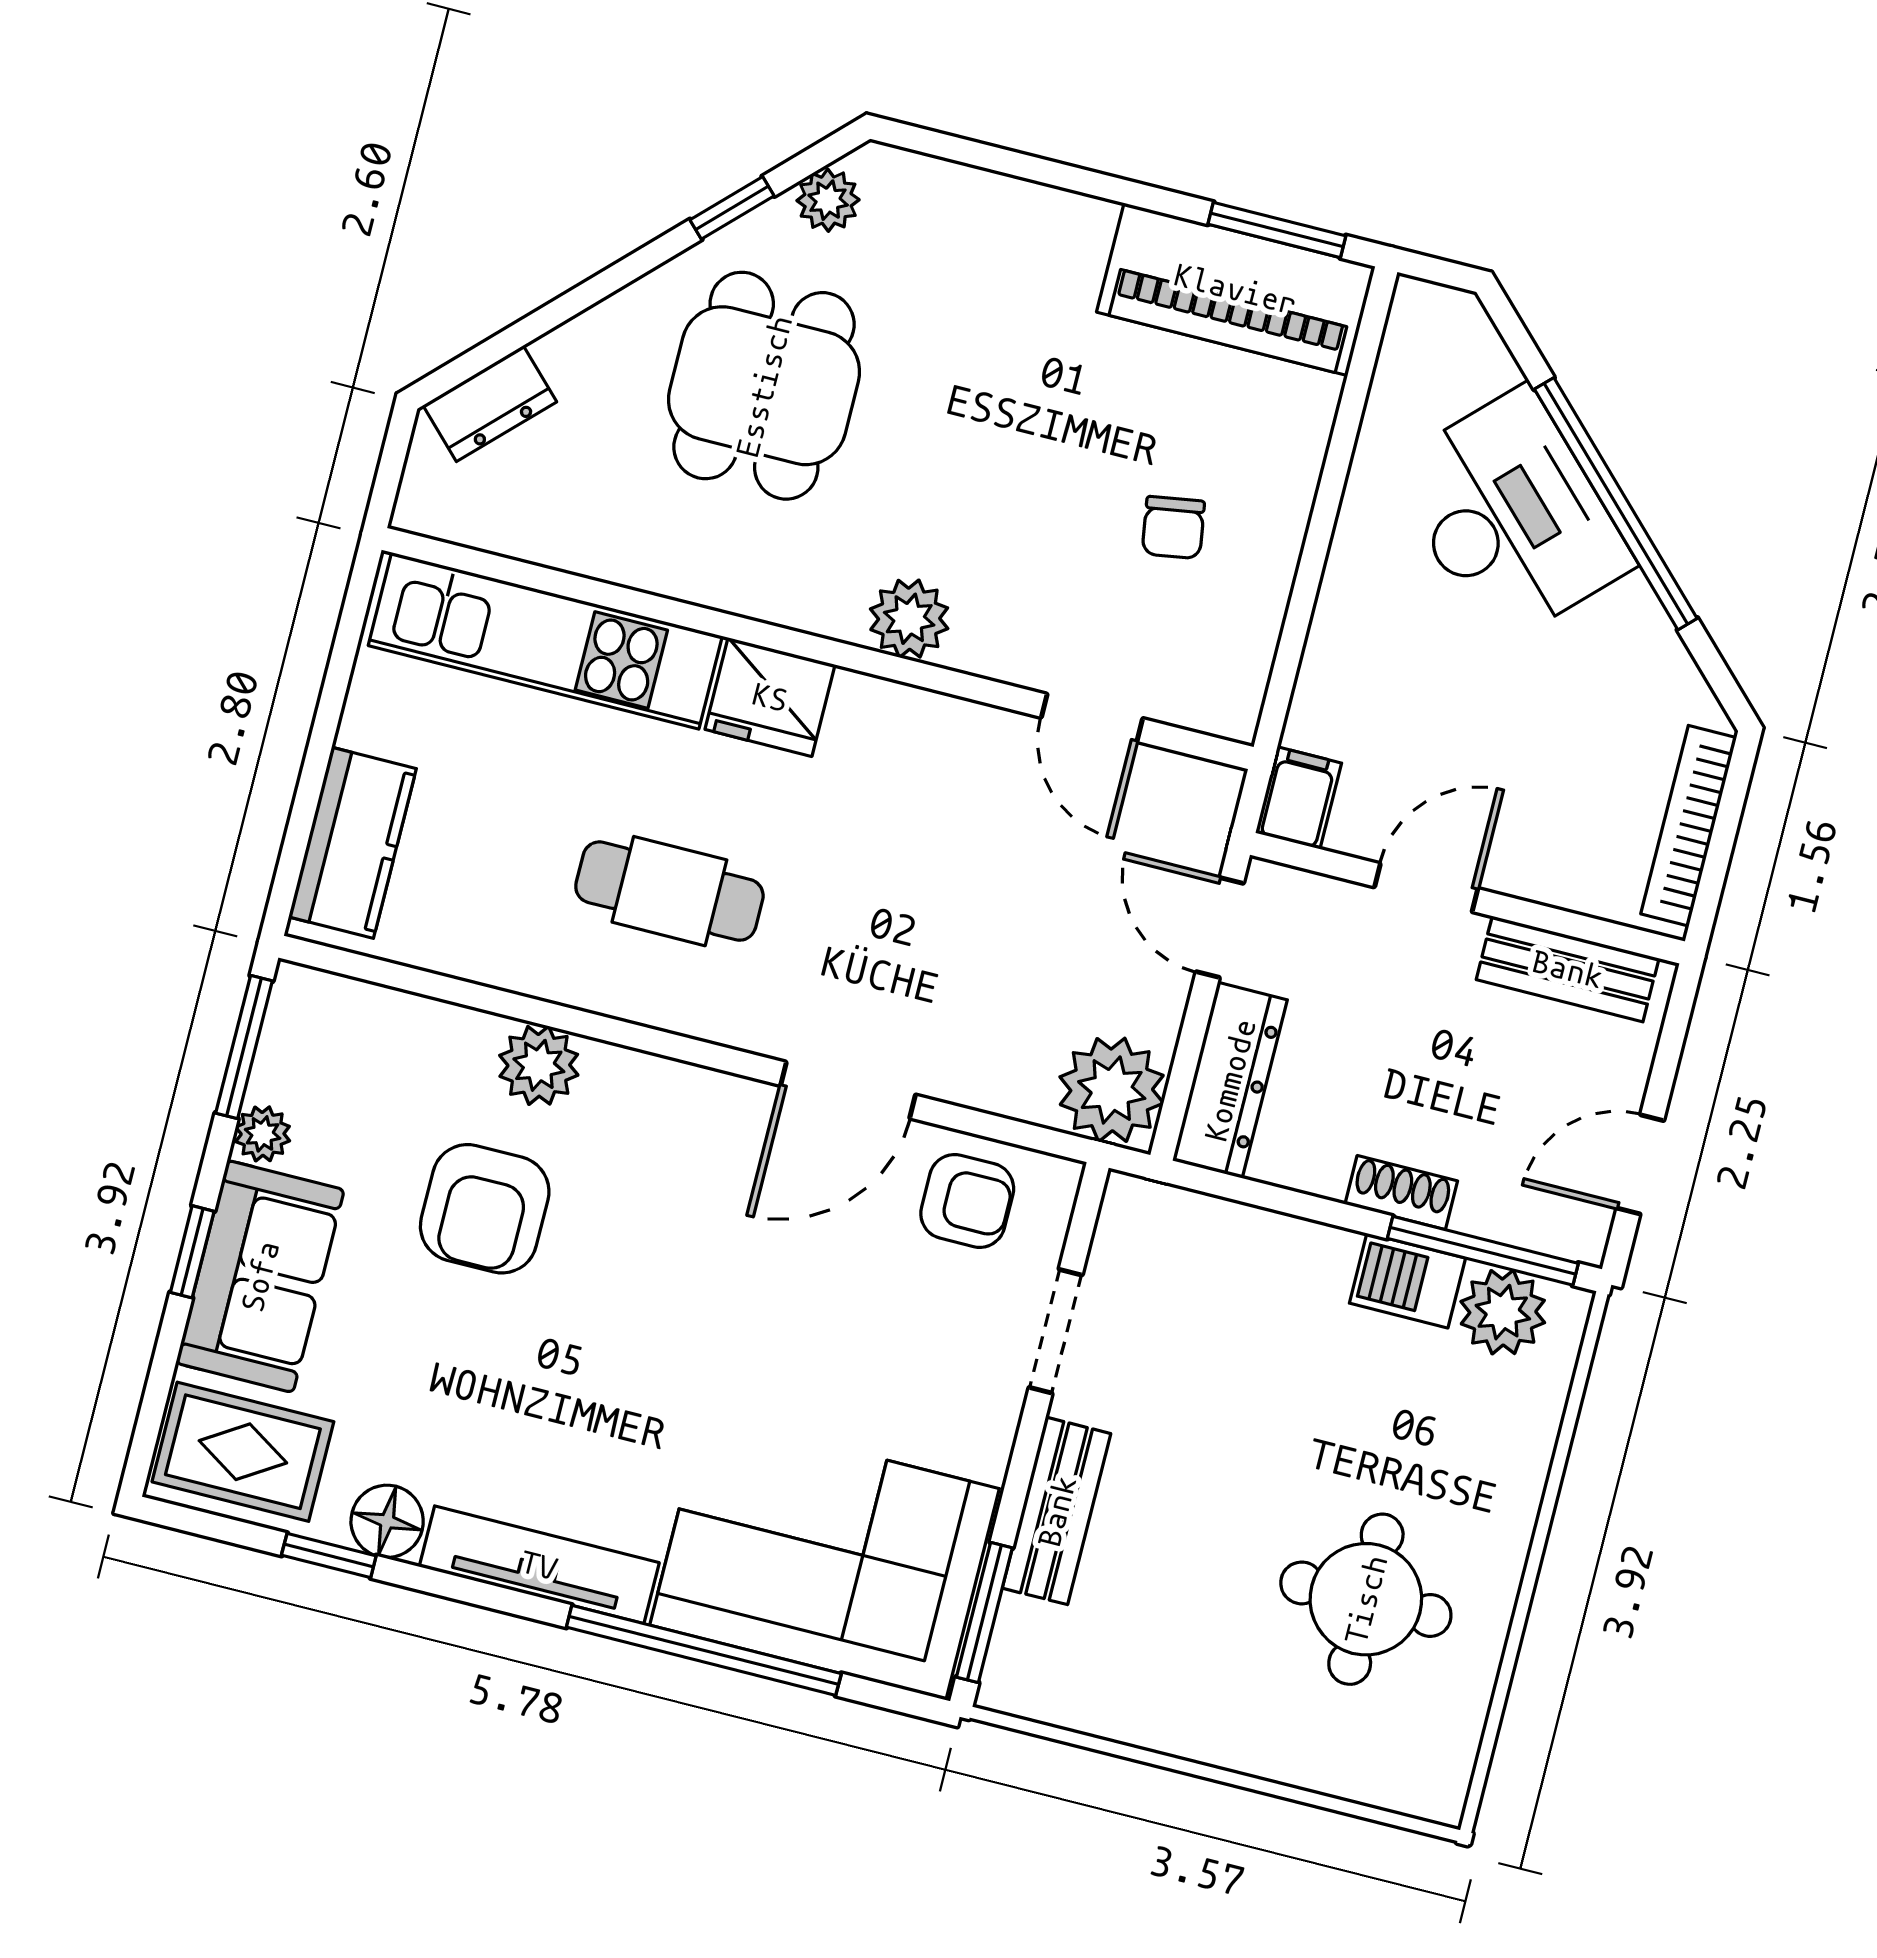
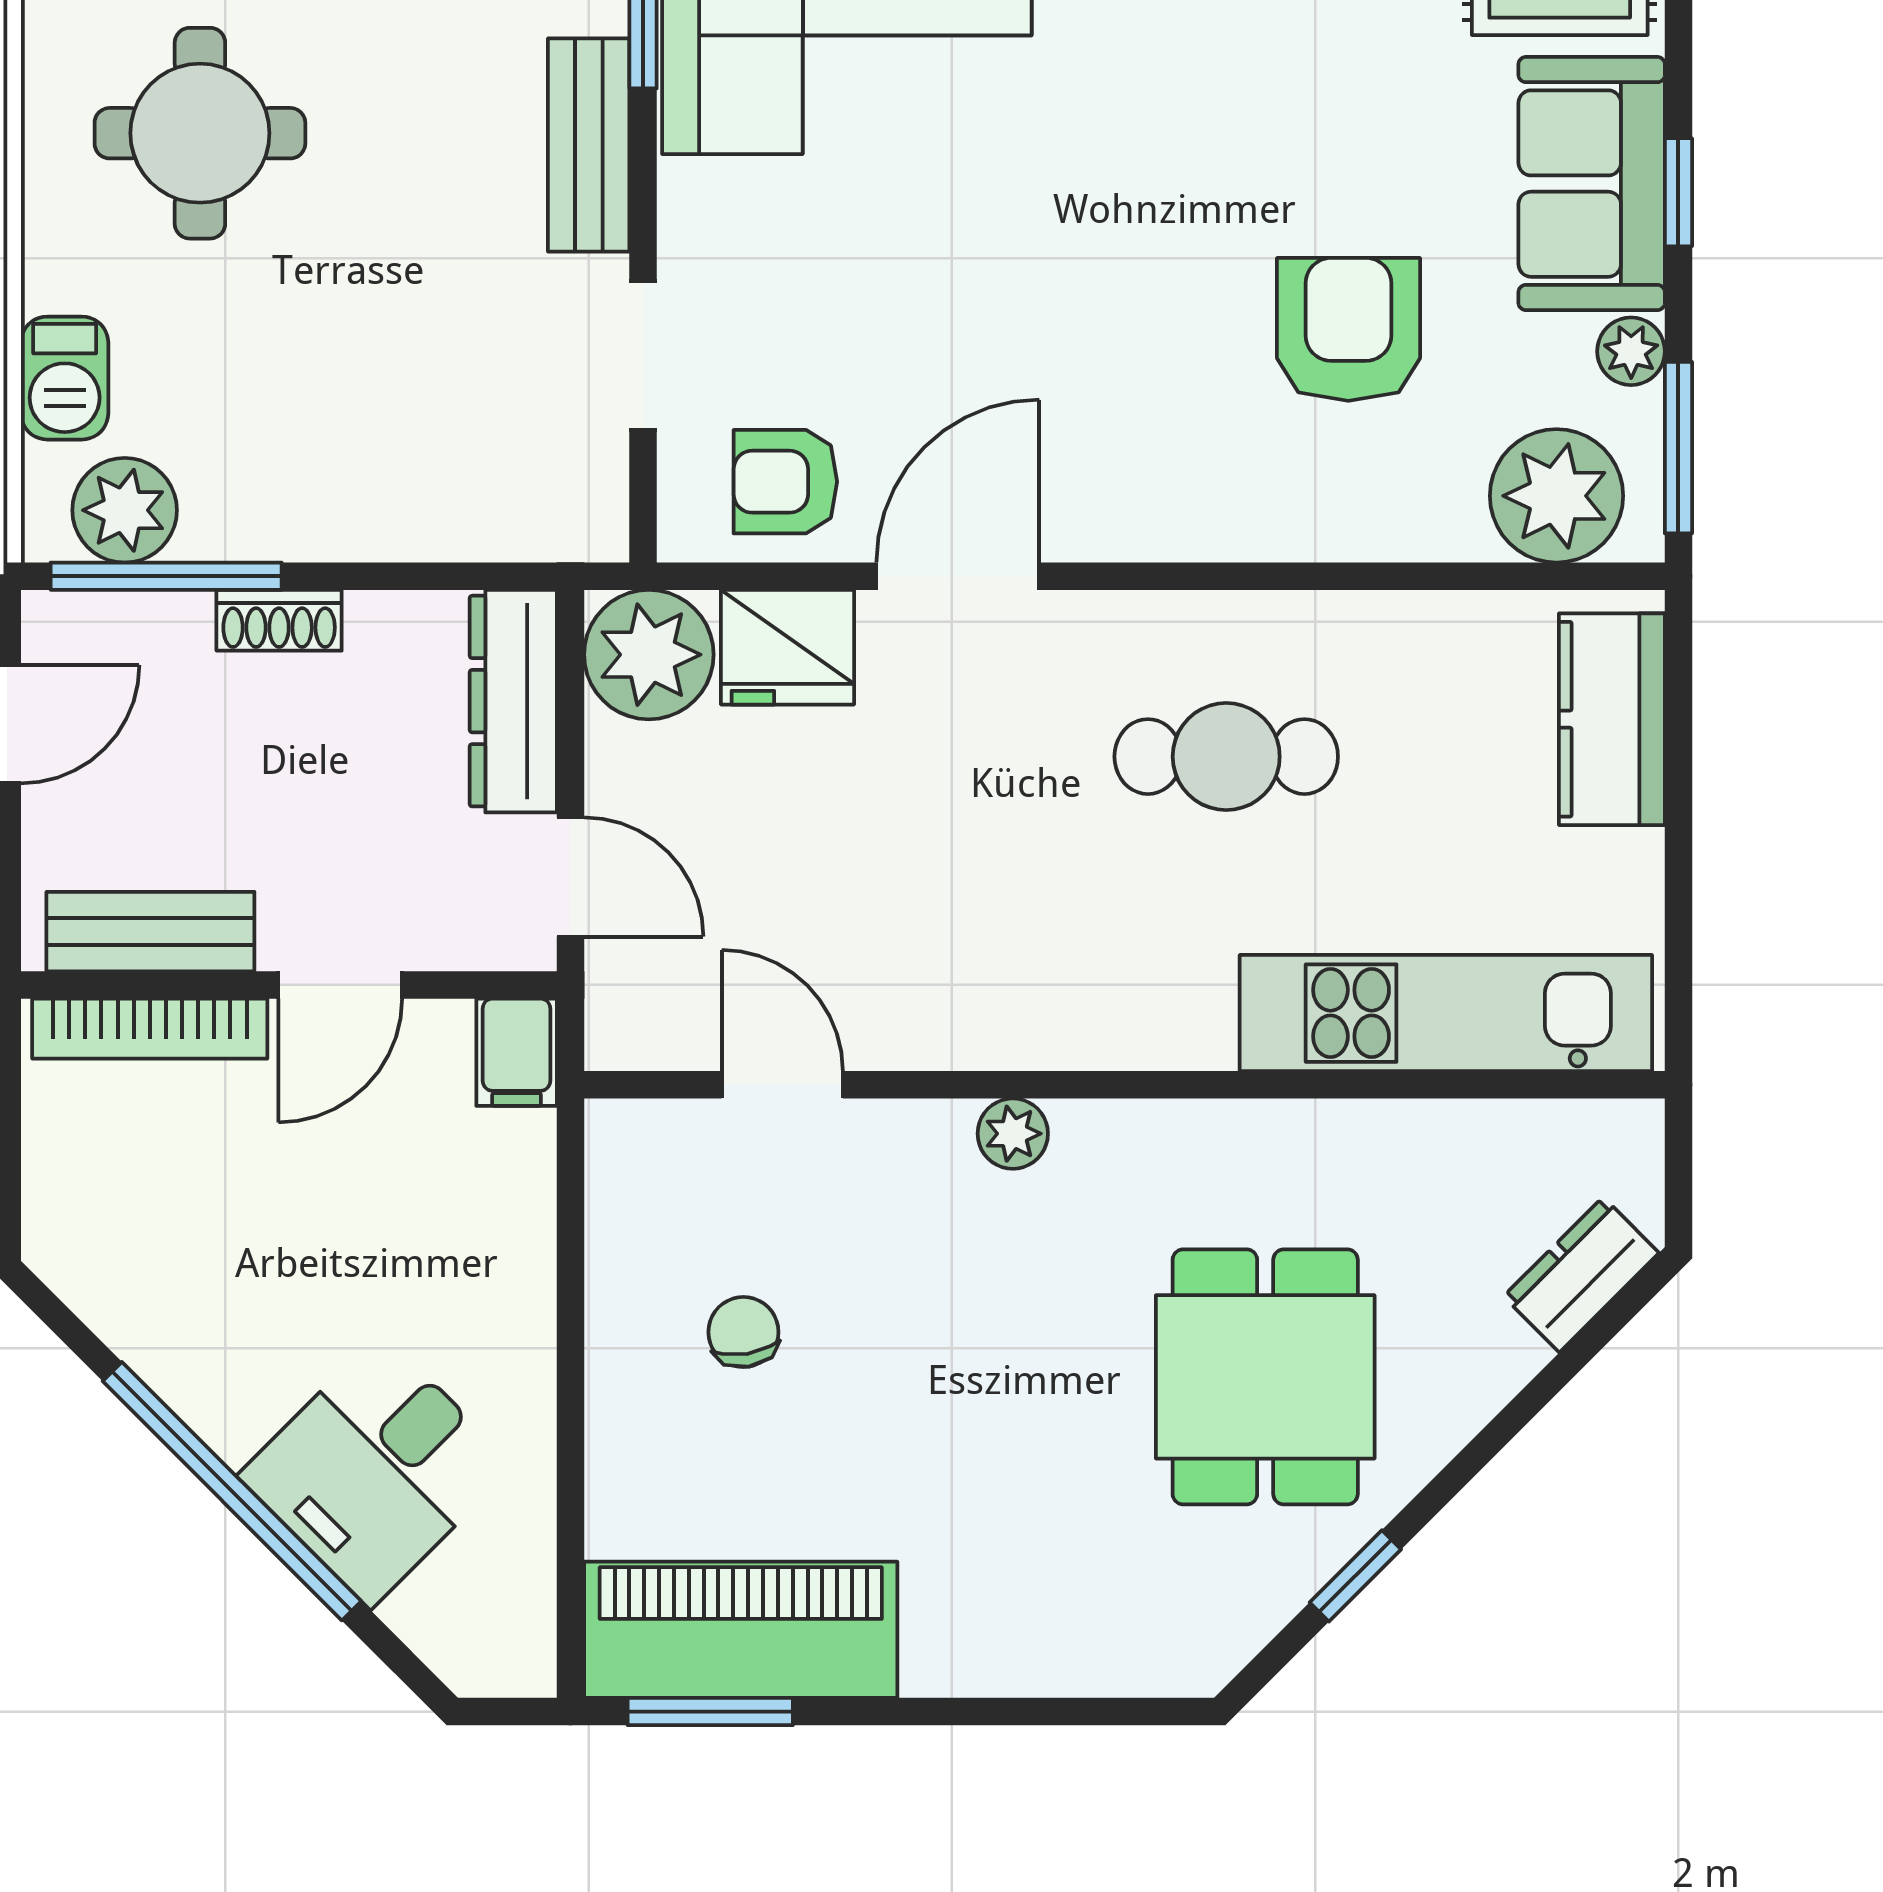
plant: (828, 200) -> (1245, 1613), removed
desk: (1511, 516) -> (376, 1471), width x0.73
plant: (909, 619) -> (1013, 1134), width x0.73, depth x0.73
fridge: (770, 697) -> (788, 647), moved, turned 180
bookcase: (1689, 826) -> (150, 1029), moved, turned 90
plant: (539, 1065) -> (1556, 496), moved, width x1.36, depth x1.36
barbecue: (1407, 1281) -> (65, 378), moved, turned 90

